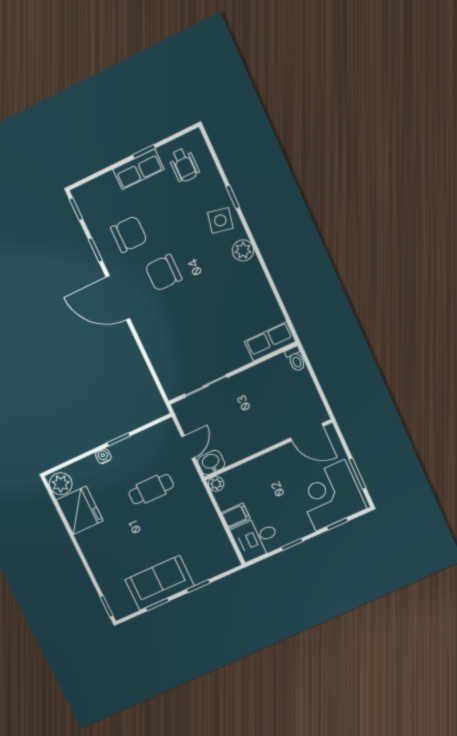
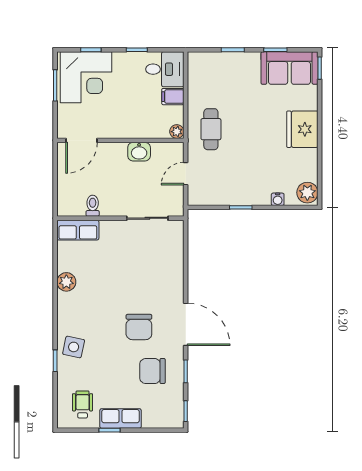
plant: (243, 250) -> (66, 282), moved
chair: (163, 273) -> (139, 327), turned 90
toilet: (296, 359) -> (93, 206), moved
door: (307, 432) -> (82, 140), swing flipped
water cooler: (103, 456) -> (278, 199), moved
washbasin: (211, 463) -> (139, 152), moved
cafe table: (151, 489) -> (211, 129), moved, turned 90
fridge: (80, 510) -> (302, 129), moved
sofa: (160, 583) -> (289, 68), moved

